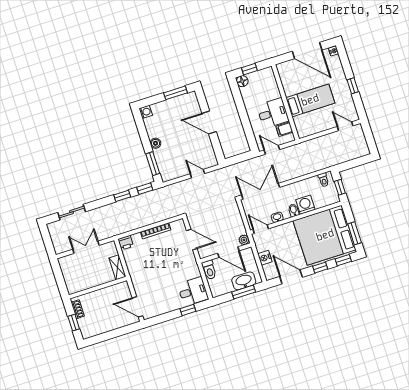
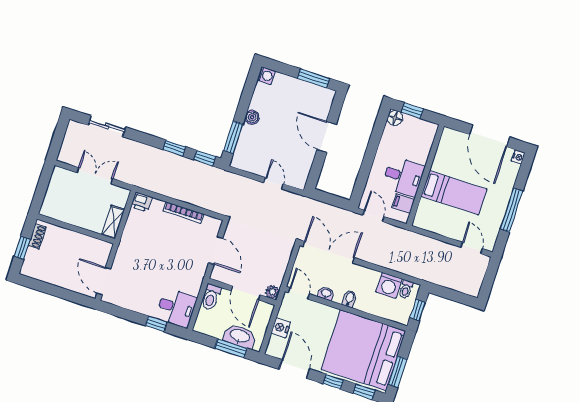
window: (353, 86) -> (511, 210), width x2.17
washing machine: (305, 205) -> (389, 285), moved, turned 180

